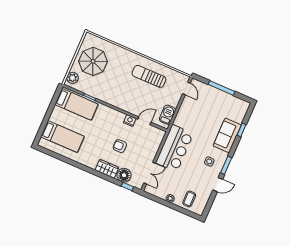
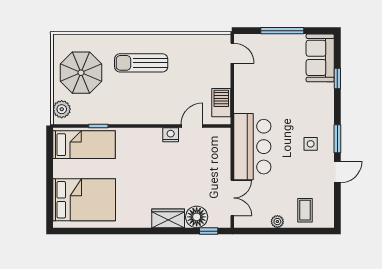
sun lounger: (149, 76) -> (141, 63), moved
sofa: (227, 135) -> (320, 58), moved
bed: (63, 137) -> (84, 200), width x1.50
armchair: (120, 146) -> (172, 178), removed

